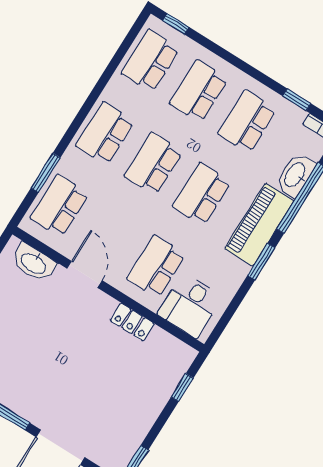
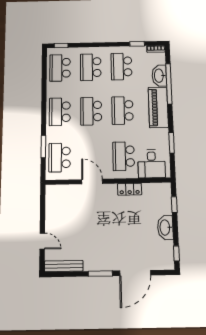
window: (261, 262) -> (172, 143), moved
washbasin: (34, 263) -> (165, 227), moved, turned 90

